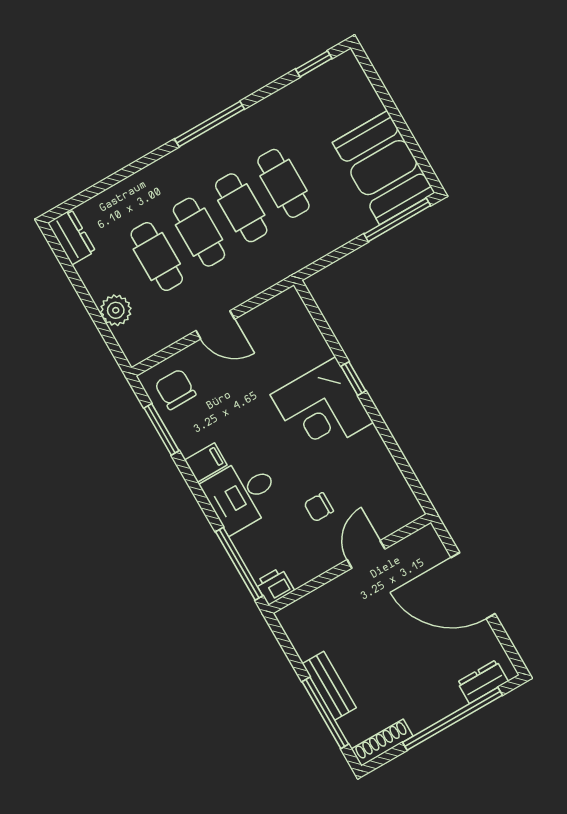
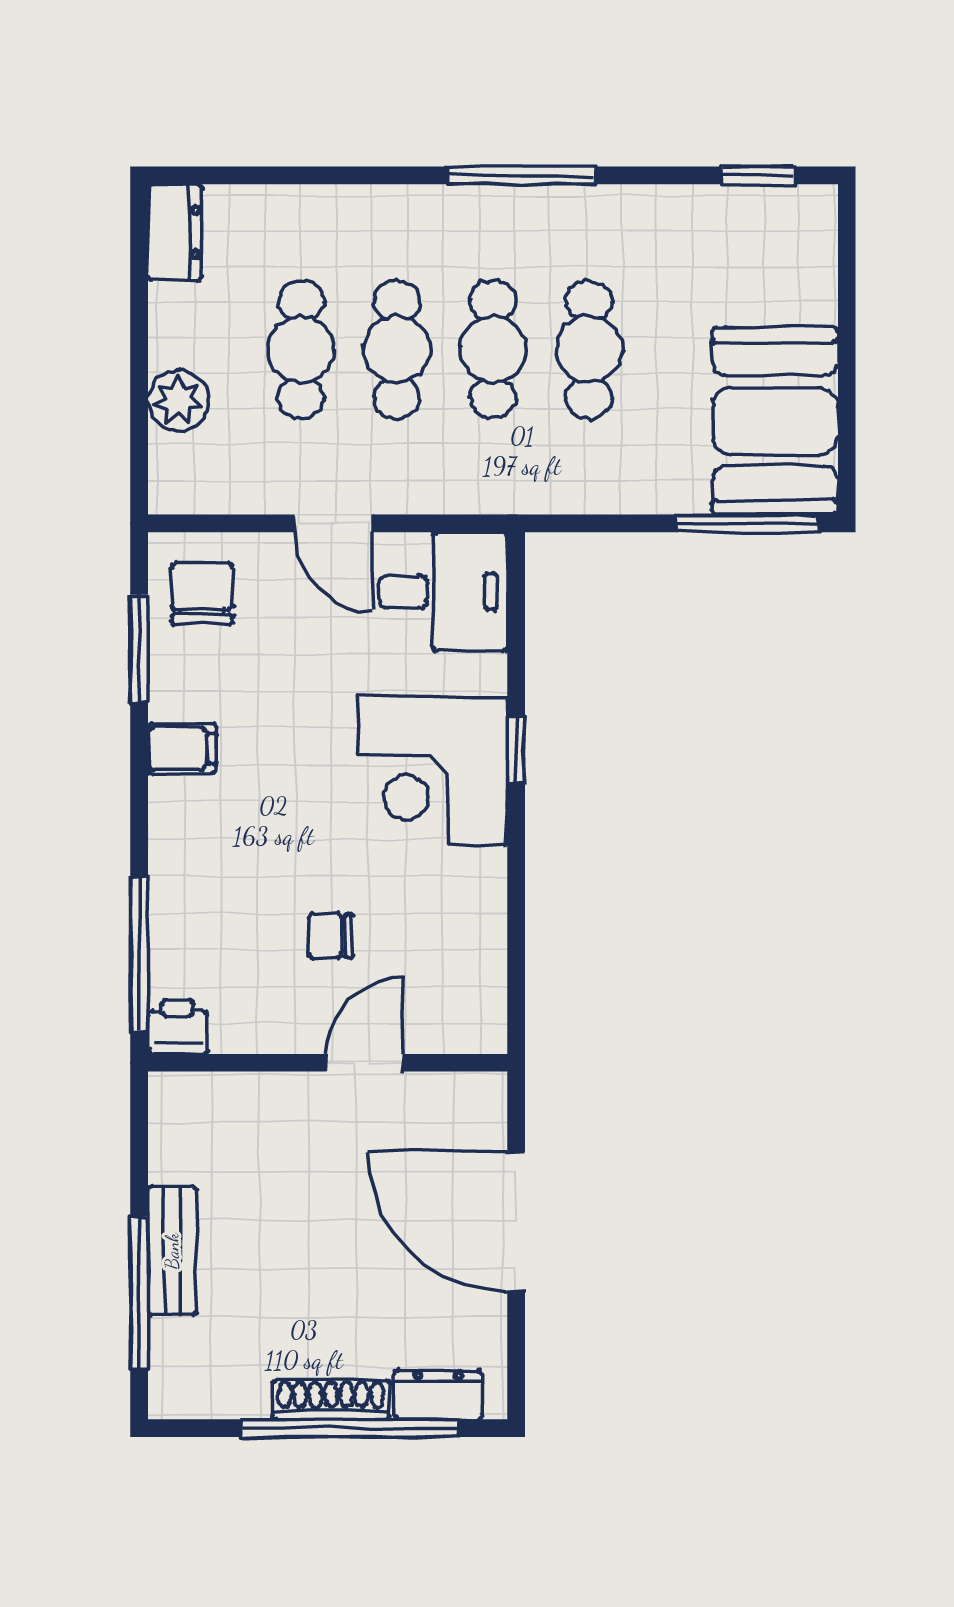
desk: (242, 494) -> (443, 592), moved, turned 180
shoe rack: (382, 743) -> (331, 1400), moved

